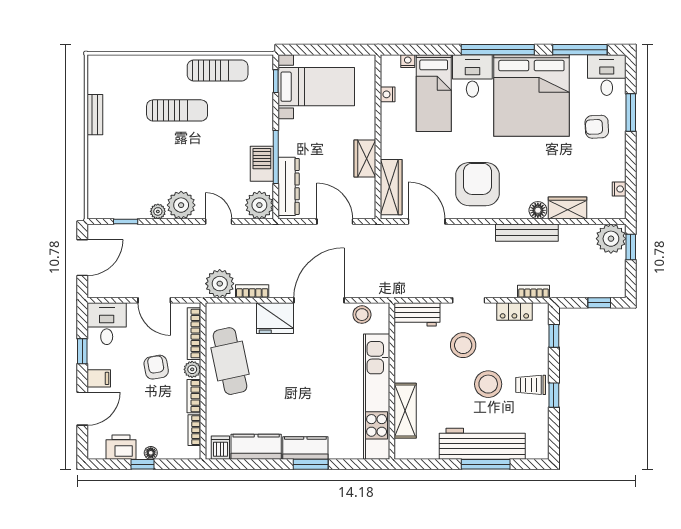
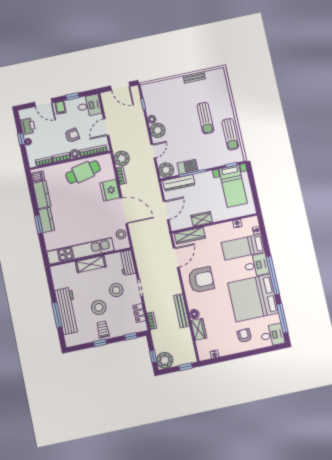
window: (631, 112) -> (256, 352), removed
plant: (611, 239) -> (165, 360), moved
shelving: (405, 411) -> (91, 264), moved

